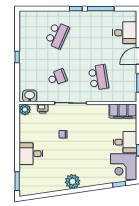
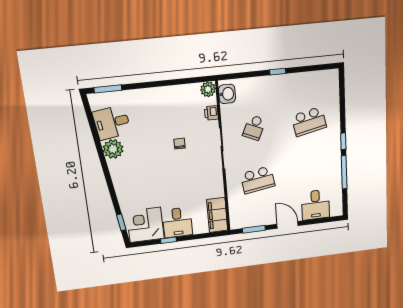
school desk: (57, 35) -> (309, 122), turned -36
school desk: (57, 77) -> (254, 128), turned 45
desk: (31, 154) -> (112, 123), moved, turned -98
plant: (73, 181) -> (113, 149), moved

